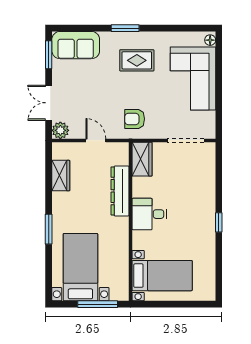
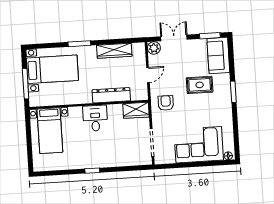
rug: (137, 60) -> (200, 85), moved, turned 90
wardrobe: (61, 176) -> (114, 51), width x1.50

